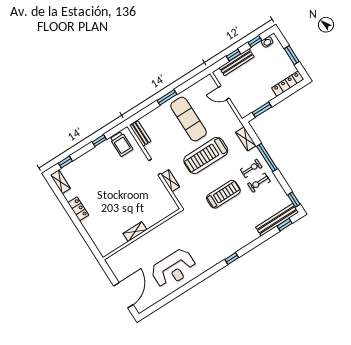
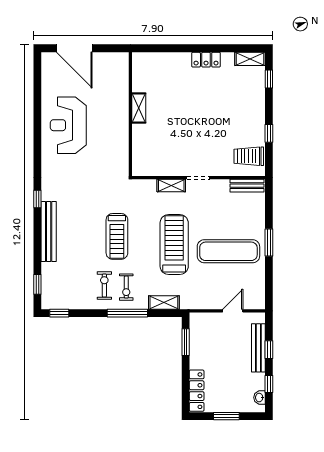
bench: (277, 220) -> (49, 232), moved

